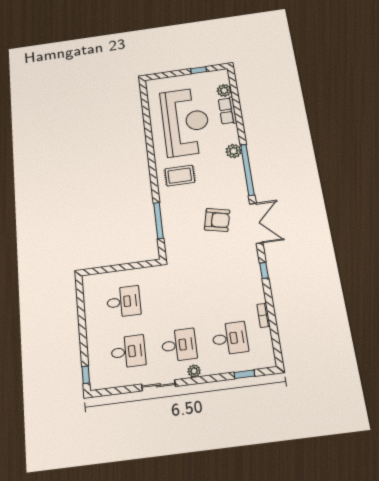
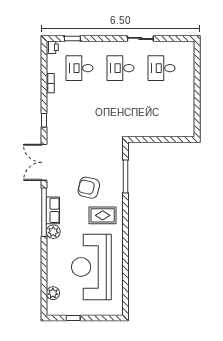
row of seats: (227, 111) -> (53, 210), moved
armchair: (217, 220) -> (89, 188), moved
desk: (124, 302) -> (162, 110), removed
printer: (268, 360) -> (52, 47), added
plant: (194, 371) -> (111, 46), removed
window: (86, 375) -> (197, 54), removed

